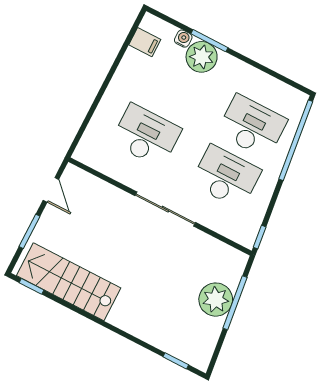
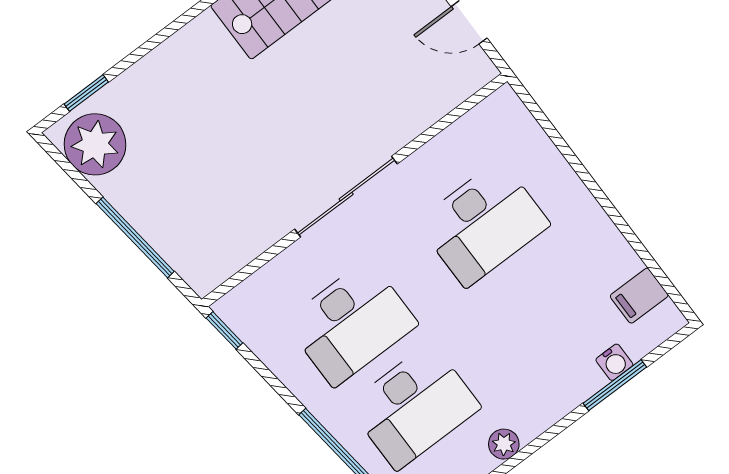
window: (209, 41) -> (615, 385), moved
plant: (202, 57) -> (504, 444), moved, width x0.53, depth x0.53
plant: (216, 300) -> (95, 144), moved

